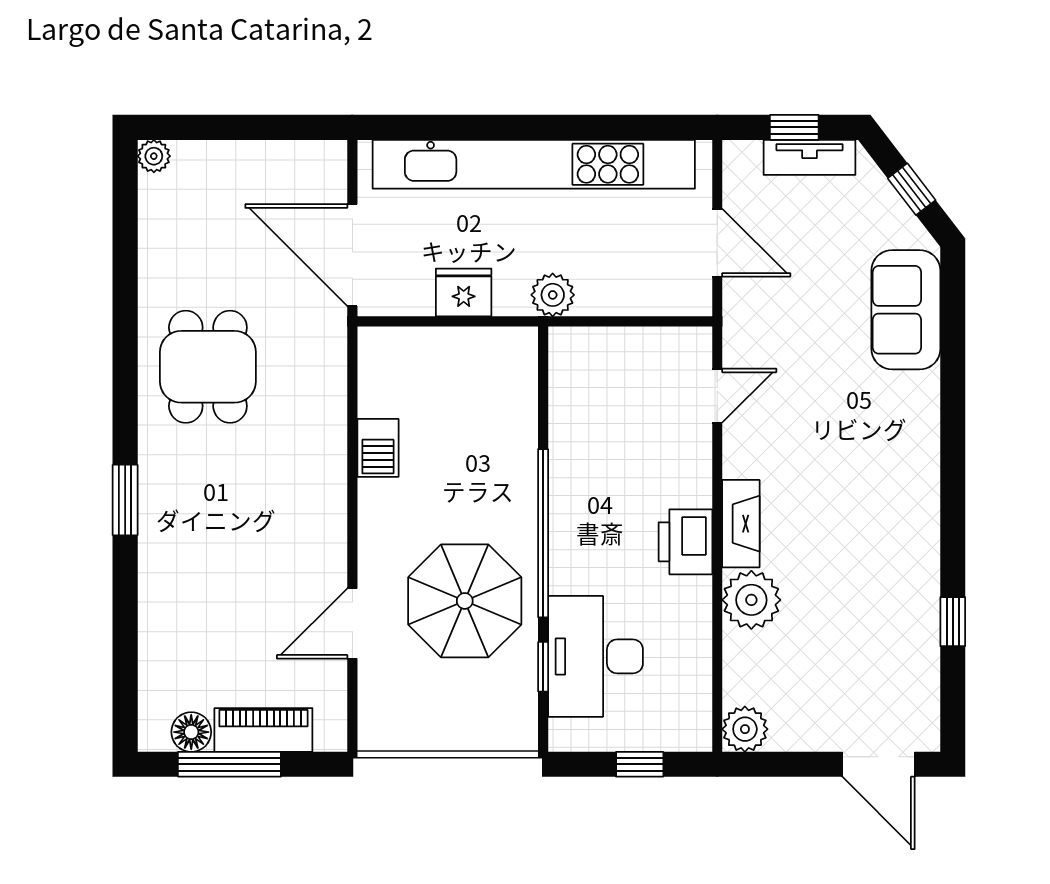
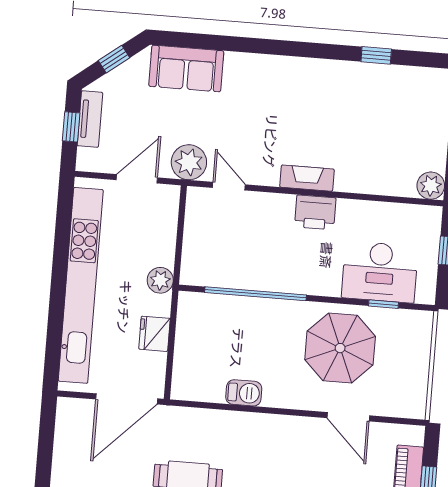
window: (543, 533) -> (255, 294), moved
plant: (751, 600) -> (189, 162), moved

